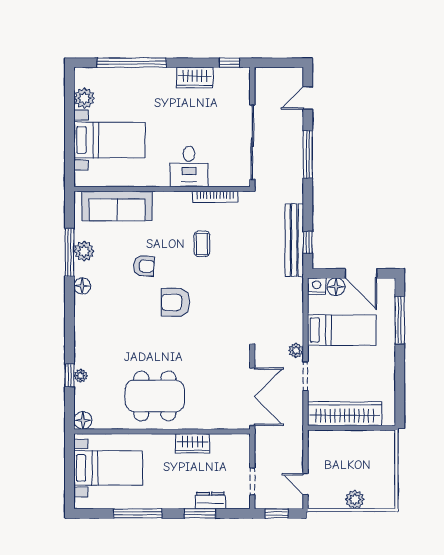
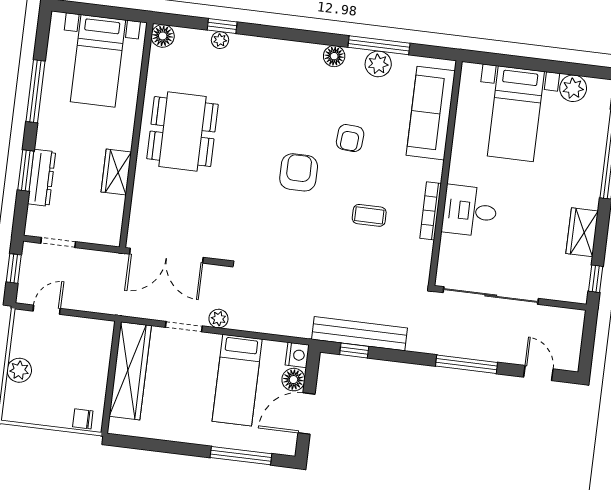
bookcase: (215, 197) -> (431, 211), moved
chair: (386, 446) -> (83, 419), added
dresser: (210, 501) -> (42, 178), width x1.44

